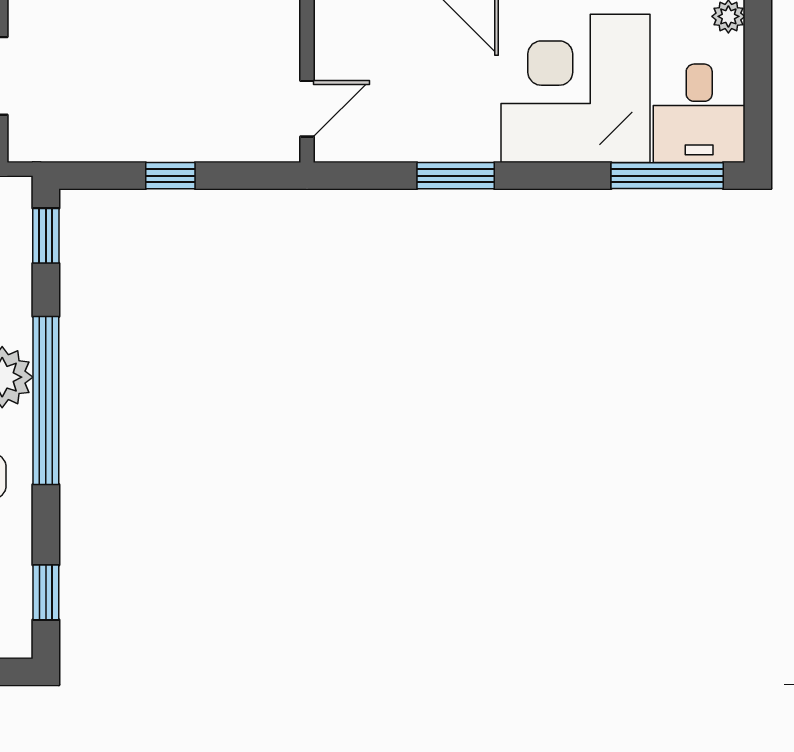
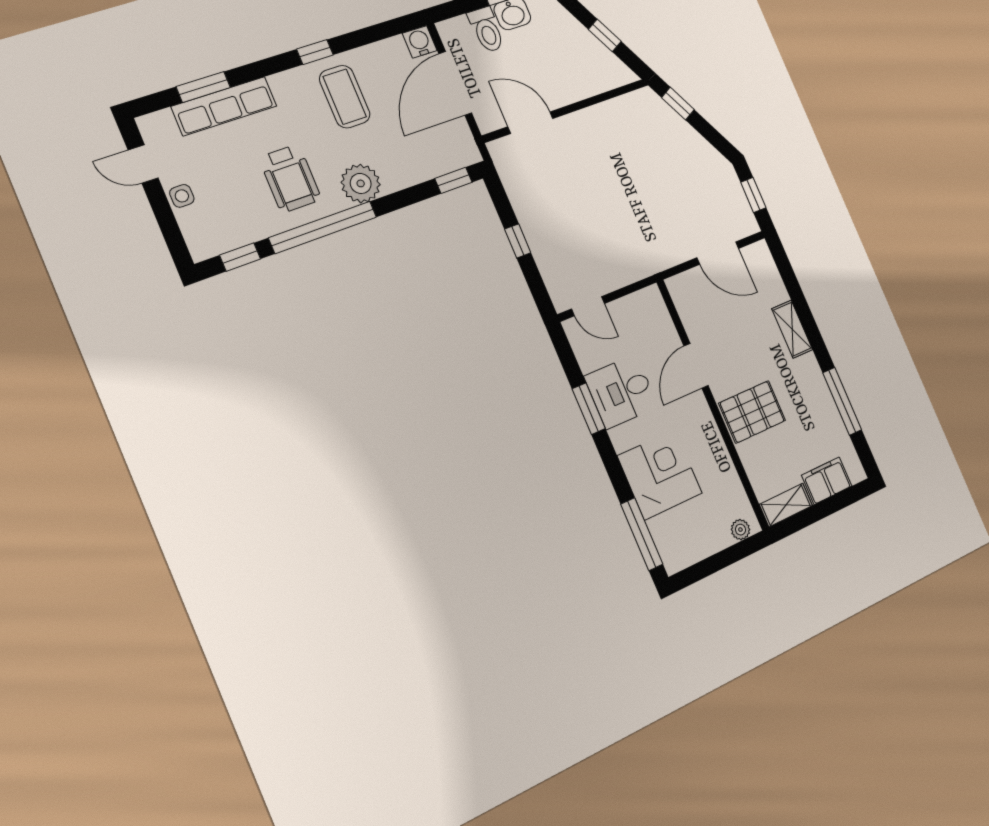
corner desk: (576, 88) -> (660, 475), width x0.74, depth x0.74
desk: (699, 113) -> (621, 392), moved
window: (46, 400) -> (323, 227), moved

